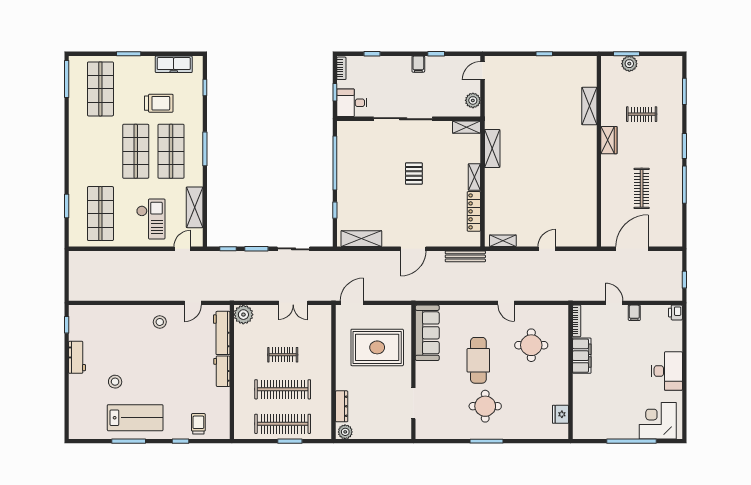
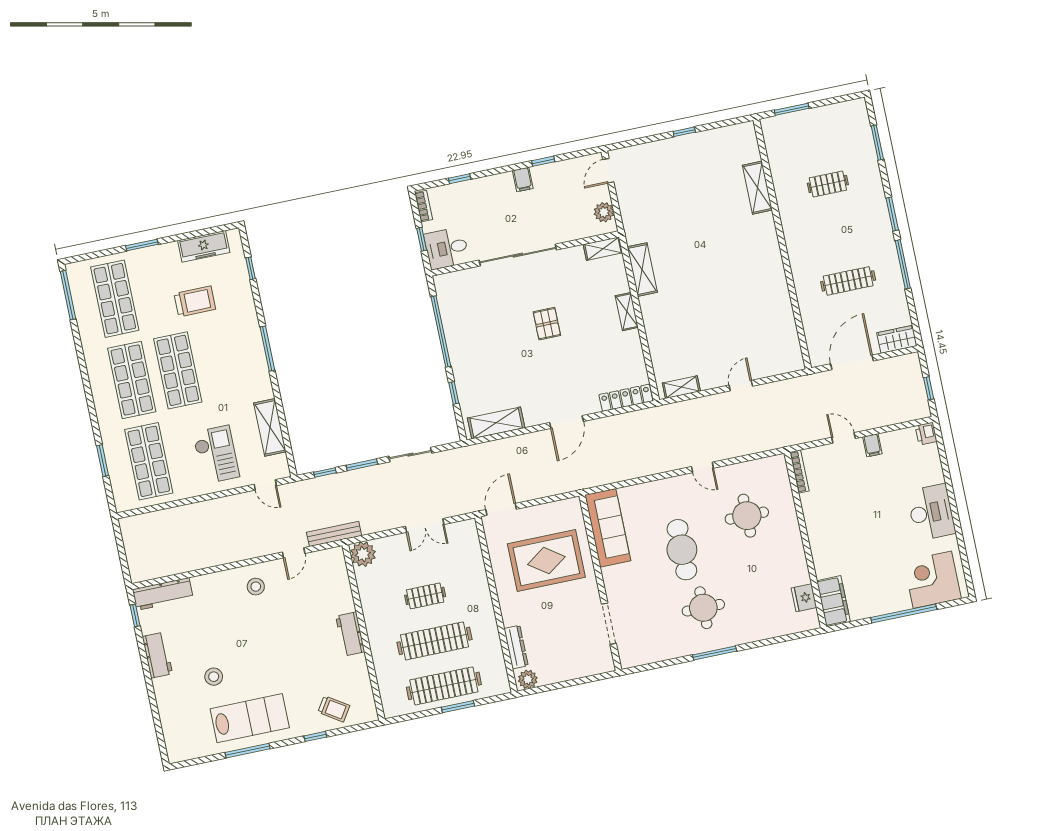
plant: (629, 64) -> (798, 121), removed
wardrobe: (609, 140) -> (897, 339), moved, turned -90
shop shelf: (171, 151) -> (132, 380), moved
clothes rail: (642, 188) -> (848, 281), turned 90
locker: (474, 211) -> (626, 398), moved, turned 90
door: (182, 249) -> (265, 485), swing flipped
bench: (465, 256) -> (334, 534), moved
workbench: (222, 333) -> (163, 594), moved, turned -90
filing cabinet: (582, 356) -> (833, 601), moved
trolley: (198, 424) -> (334, 709), turned 123

